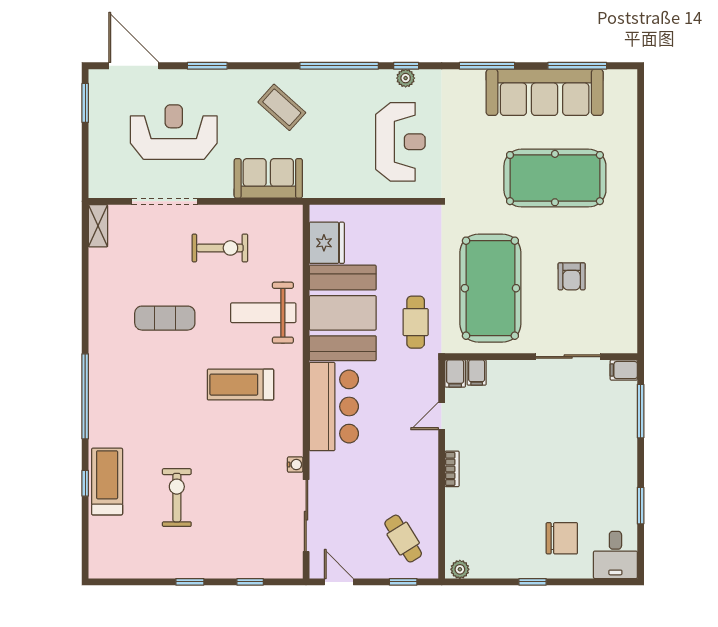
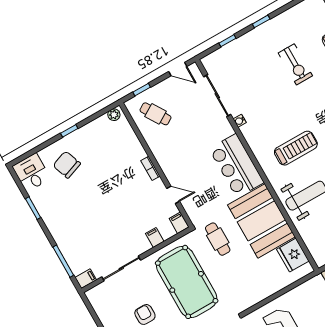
filing cabinet: (477, 373) -> (155, 237), moved
door: (442, 416) -> (173, 195), hinge flipped
chair: (562, 538) -> (67, 165), turned 70

